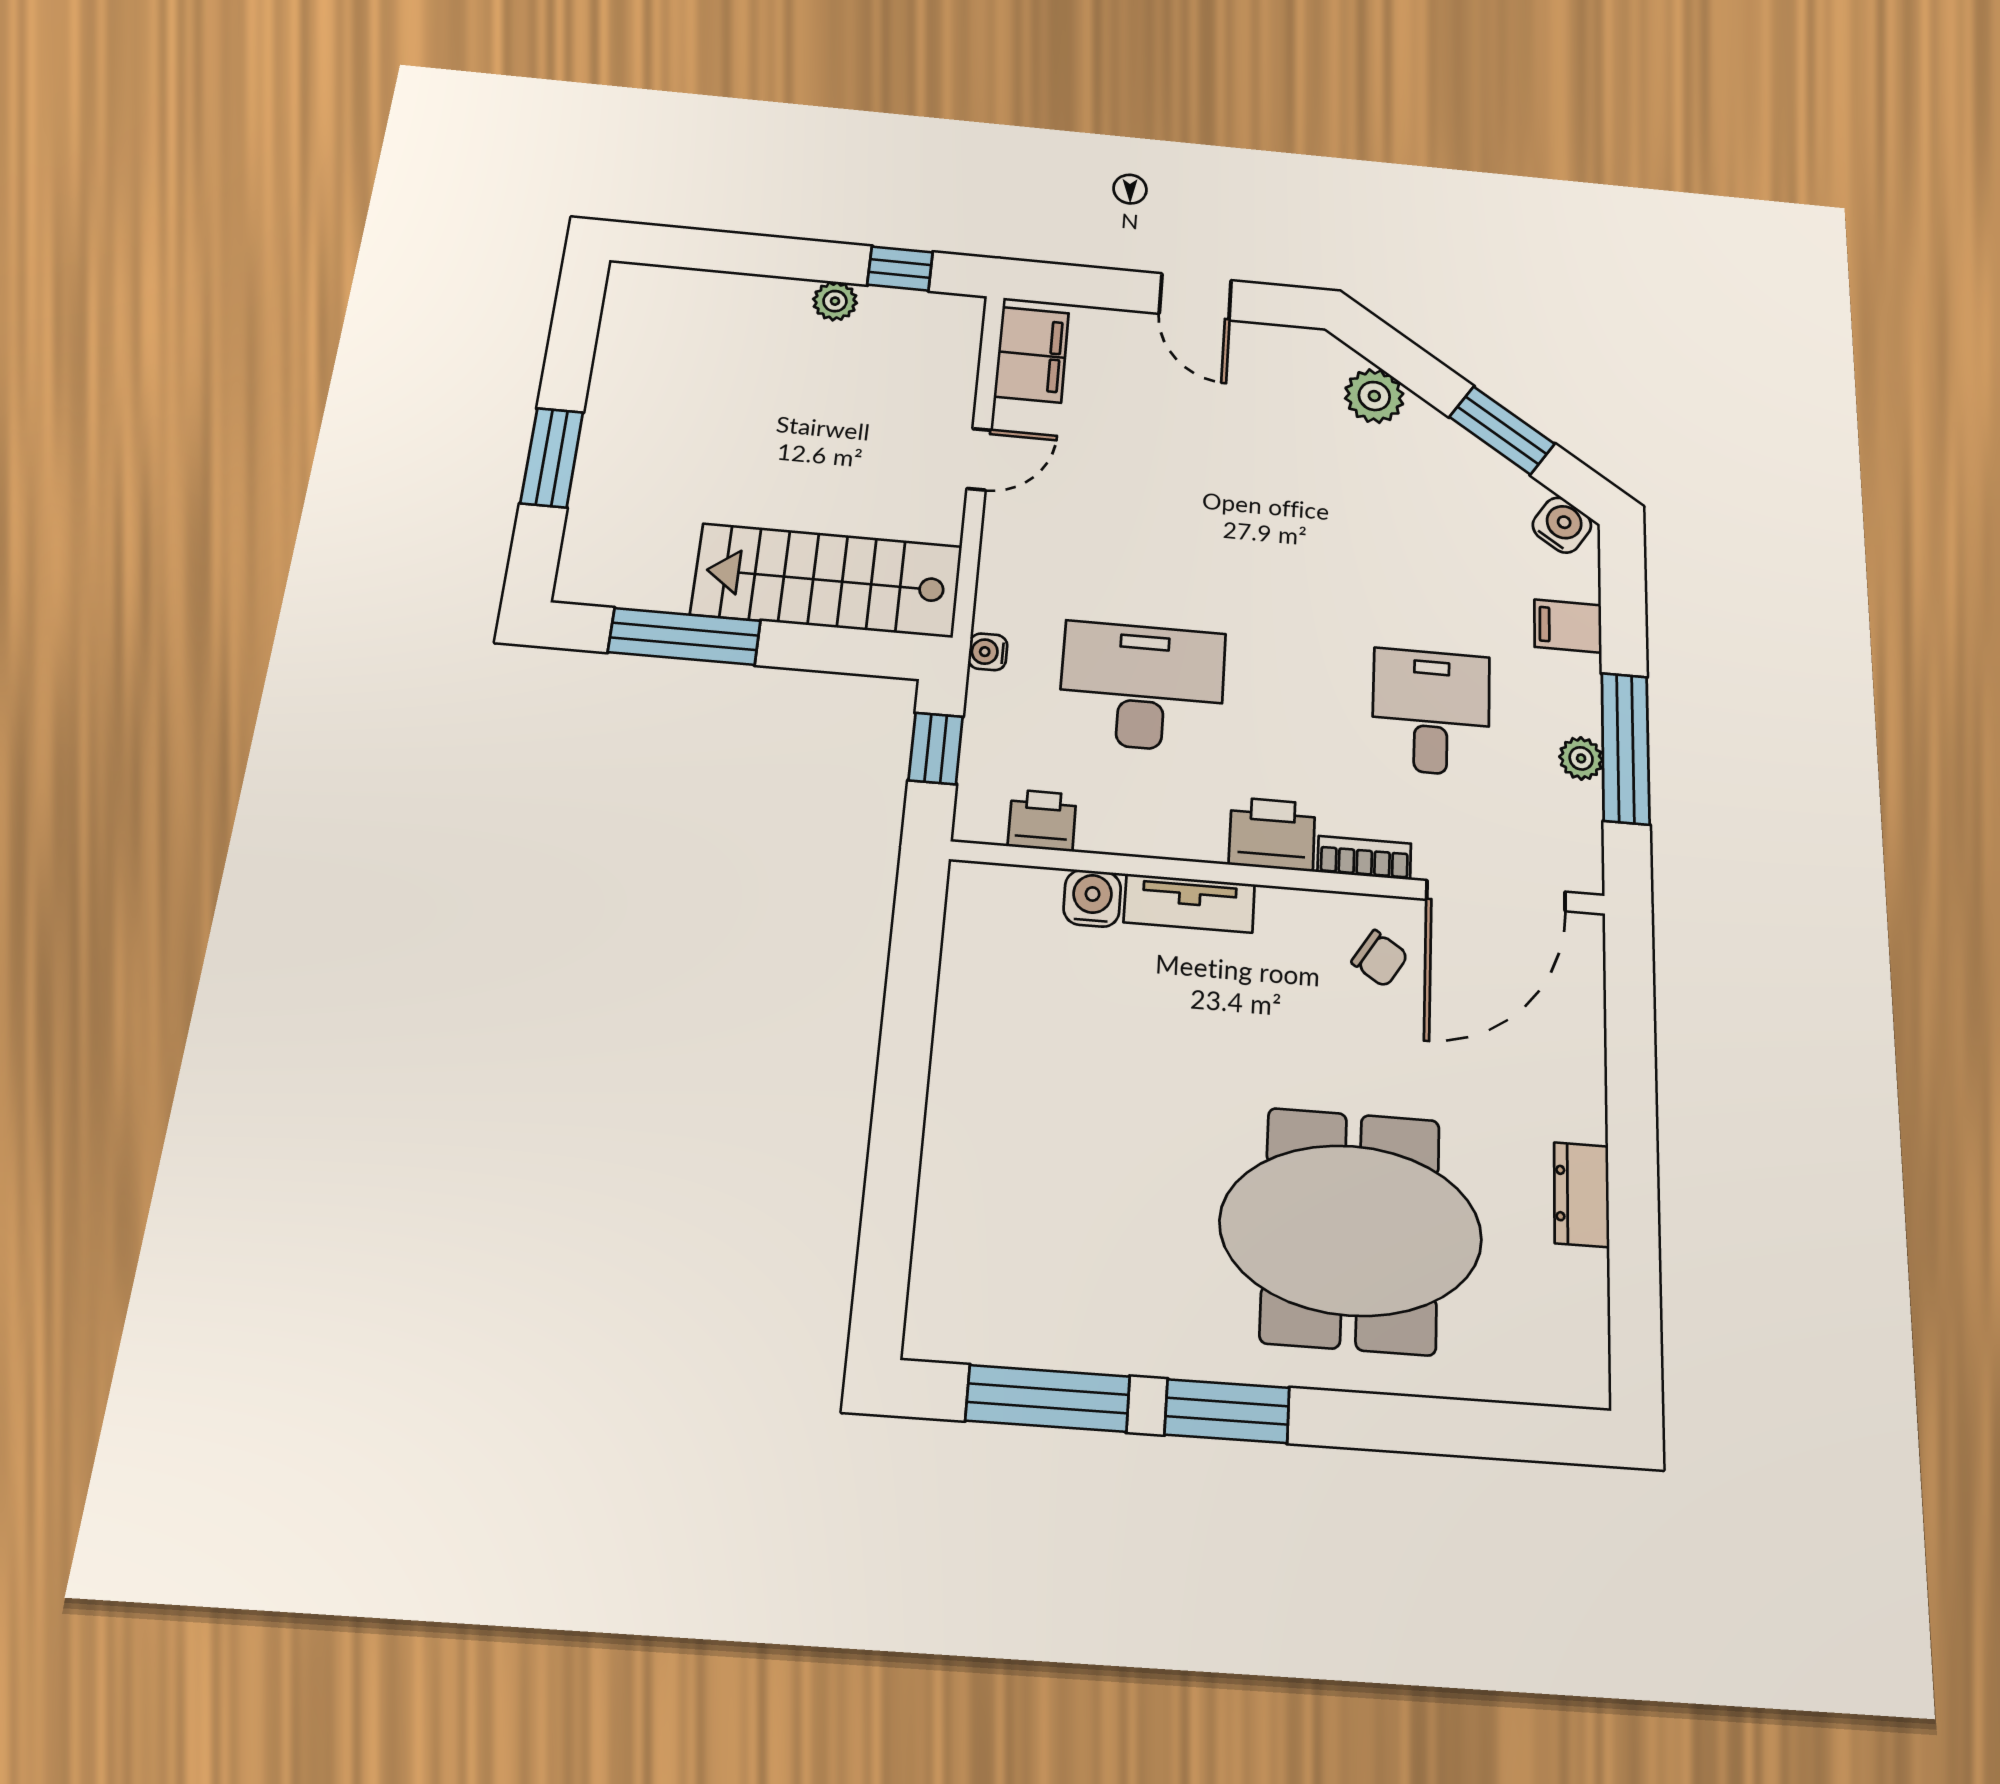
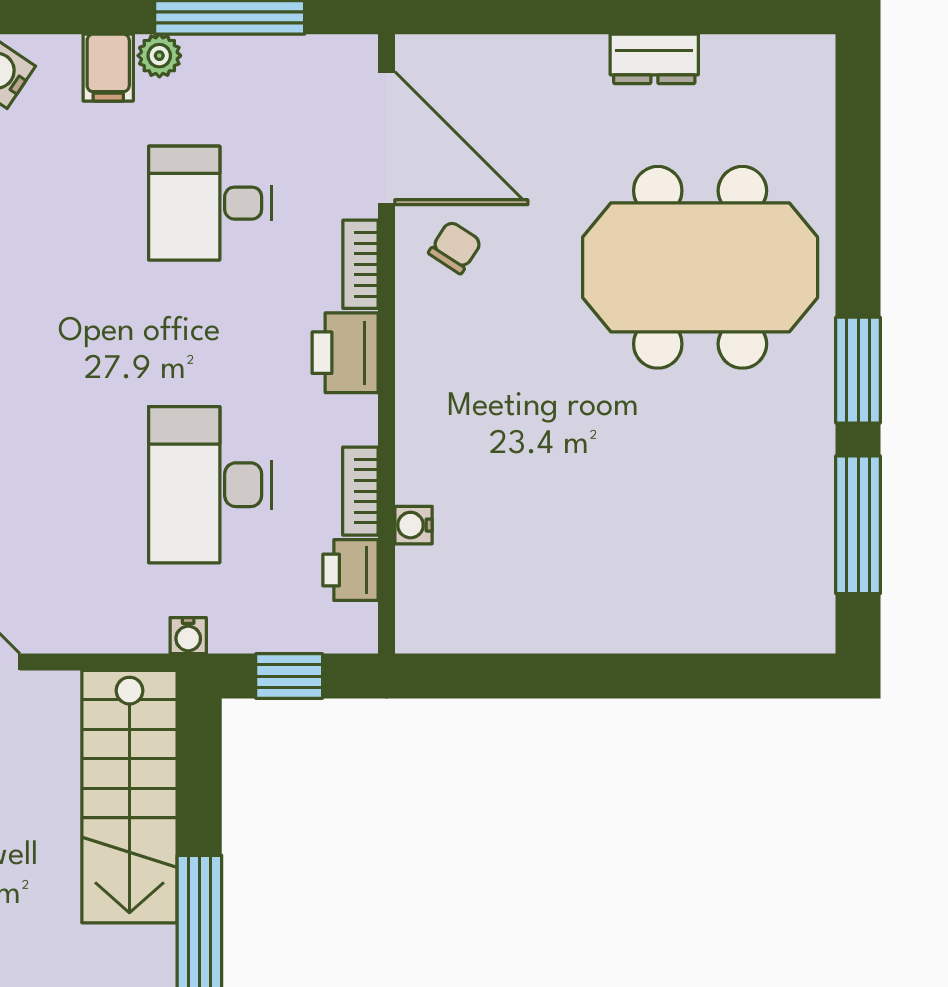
plant: (1581, 758) -> (159, 56), moved
bookcase: (1125, 838) -> (360, 491), added
water cooler: (1092, 898) -> (413, 525), width x0.72, depth x0.72
tv unit: (1189, 903) -> (418, 427), removed
meeting table: (1351, 1230) -> (700, 267), turned 90

